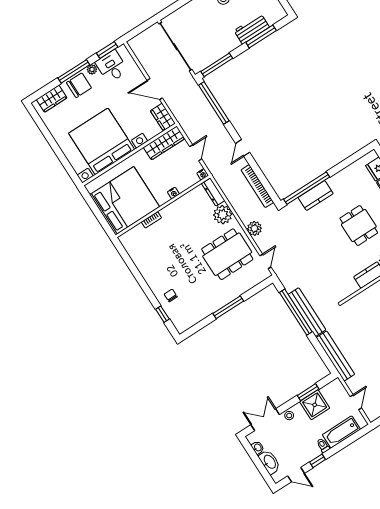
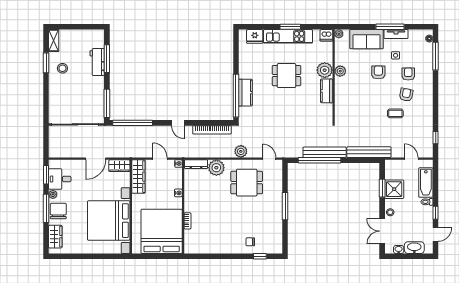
dining table: (227, 254) -> (247, 183), width x0.73

